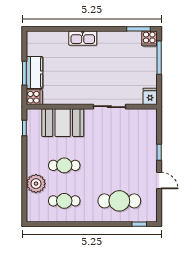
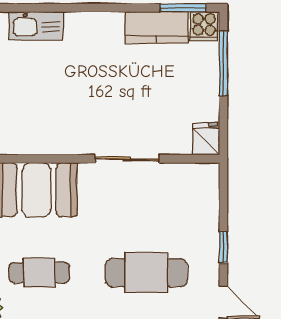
kitchen sink: (83, 38) -> (36, 26), moved
kitchen counter: (125, 39) -> (157, 27), added
cafe table: (119, 165) -> (146, 273), added

